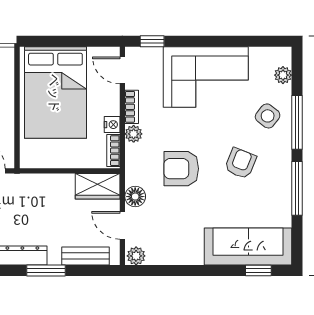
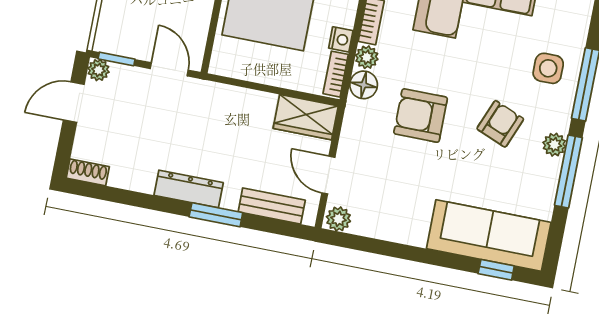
plant: (283, 75) -> (554, 145), moved
side table: (268, 116) -> (548, 68), turned -38
floor lamp: (135, 197) -> (364, 85), moved

